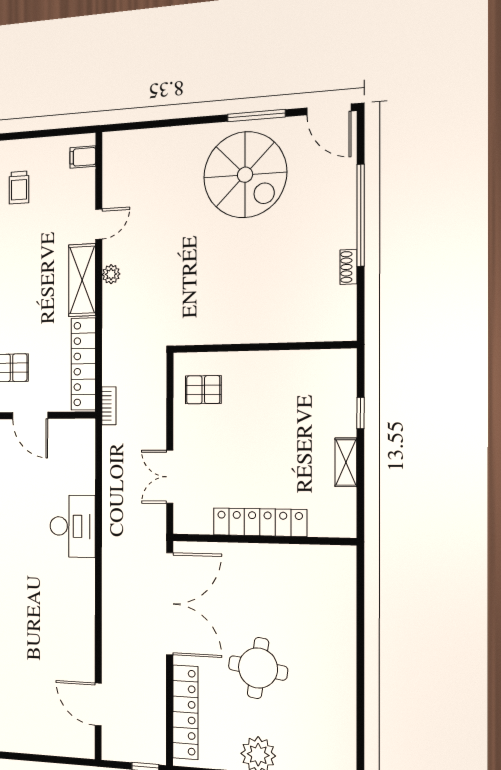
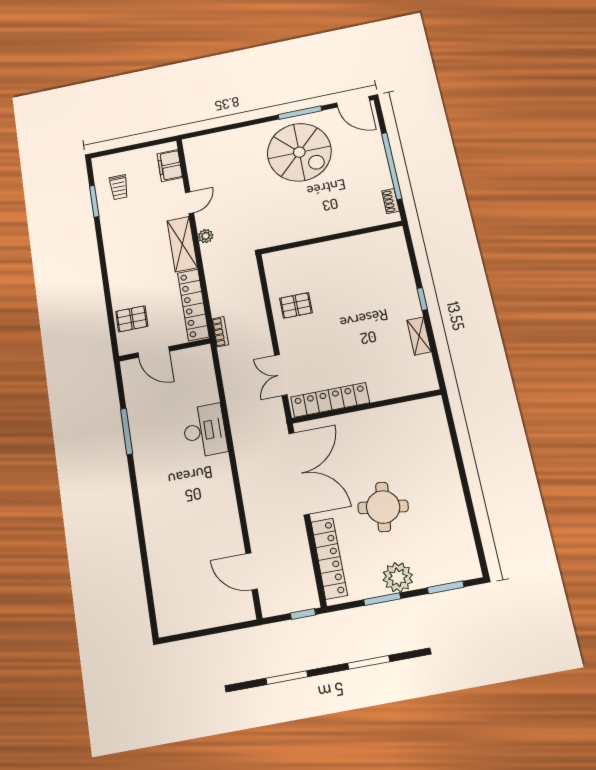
filing cabinet: (83, 157) -> (170, 166), width x2.00
wall: (263, 347) -> (331, 237), moved
locker: (260, 522) -> (330, 400), moved

